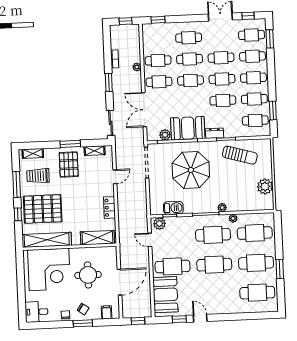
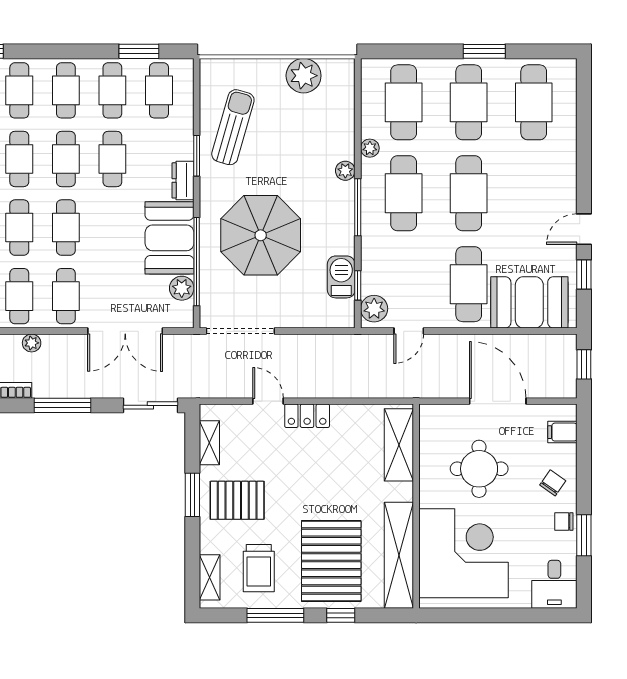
window: (109, 82) -> (62, 405), width x1.44
locker: (109, 208) -> (307, 416), moved
window: (83, 323) -> (584, 535), moved

